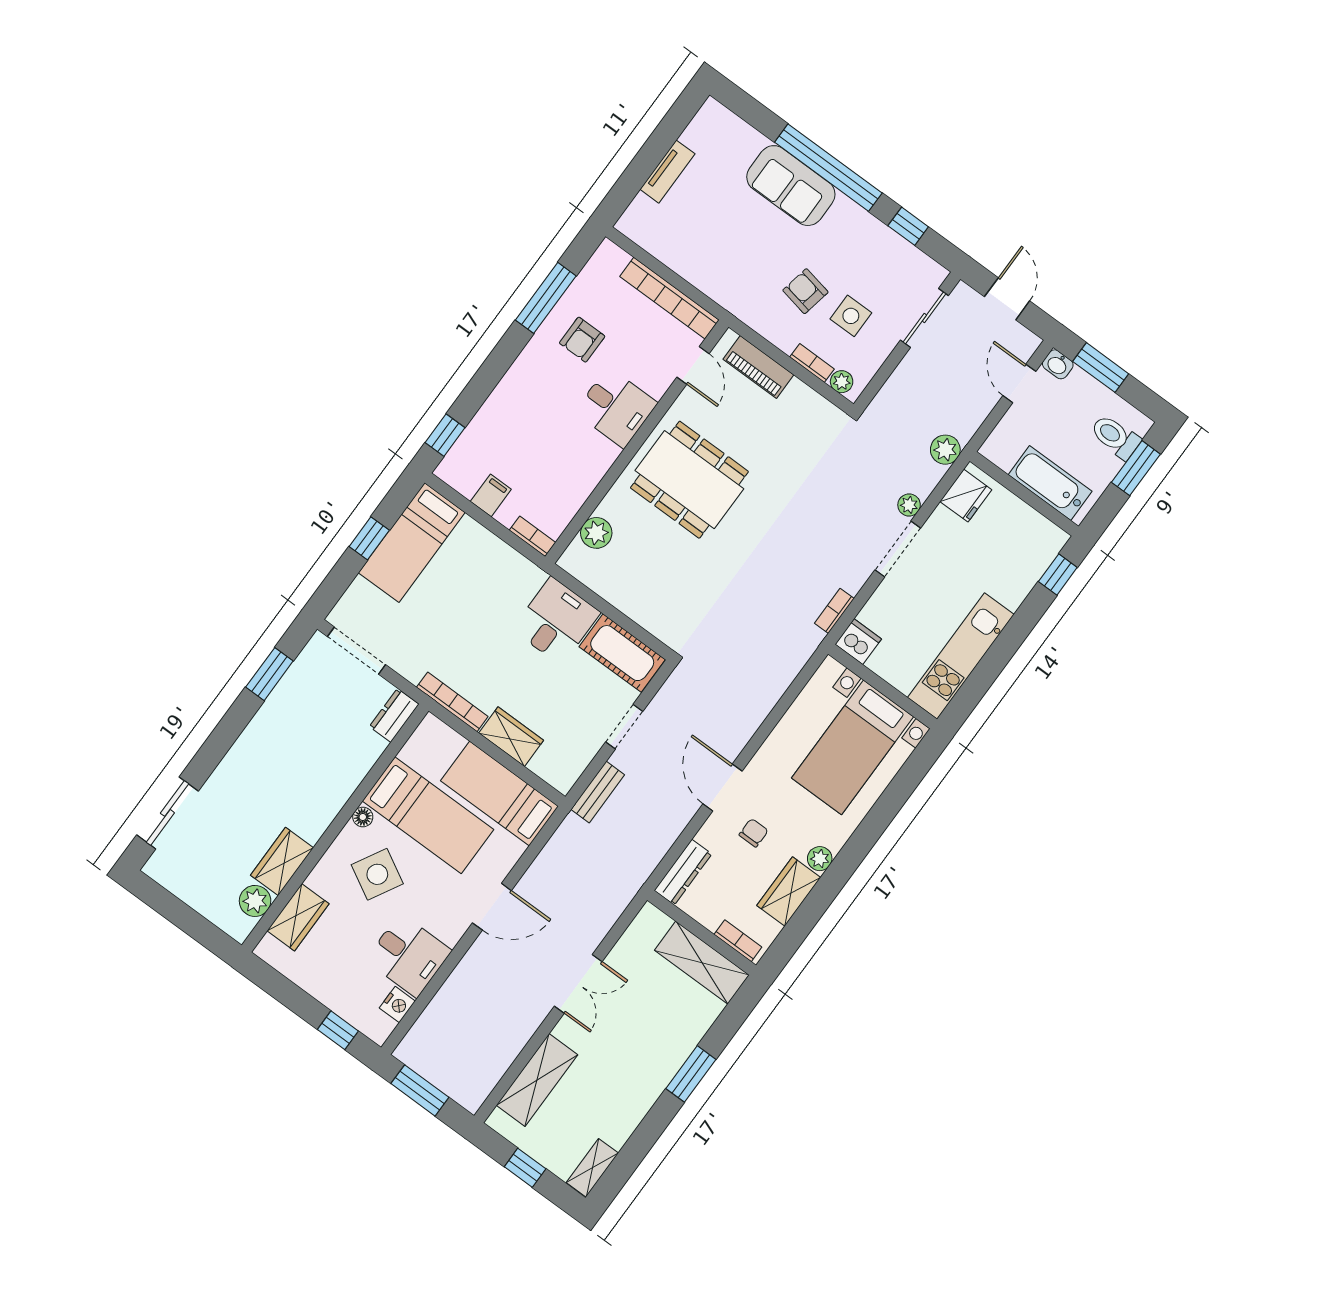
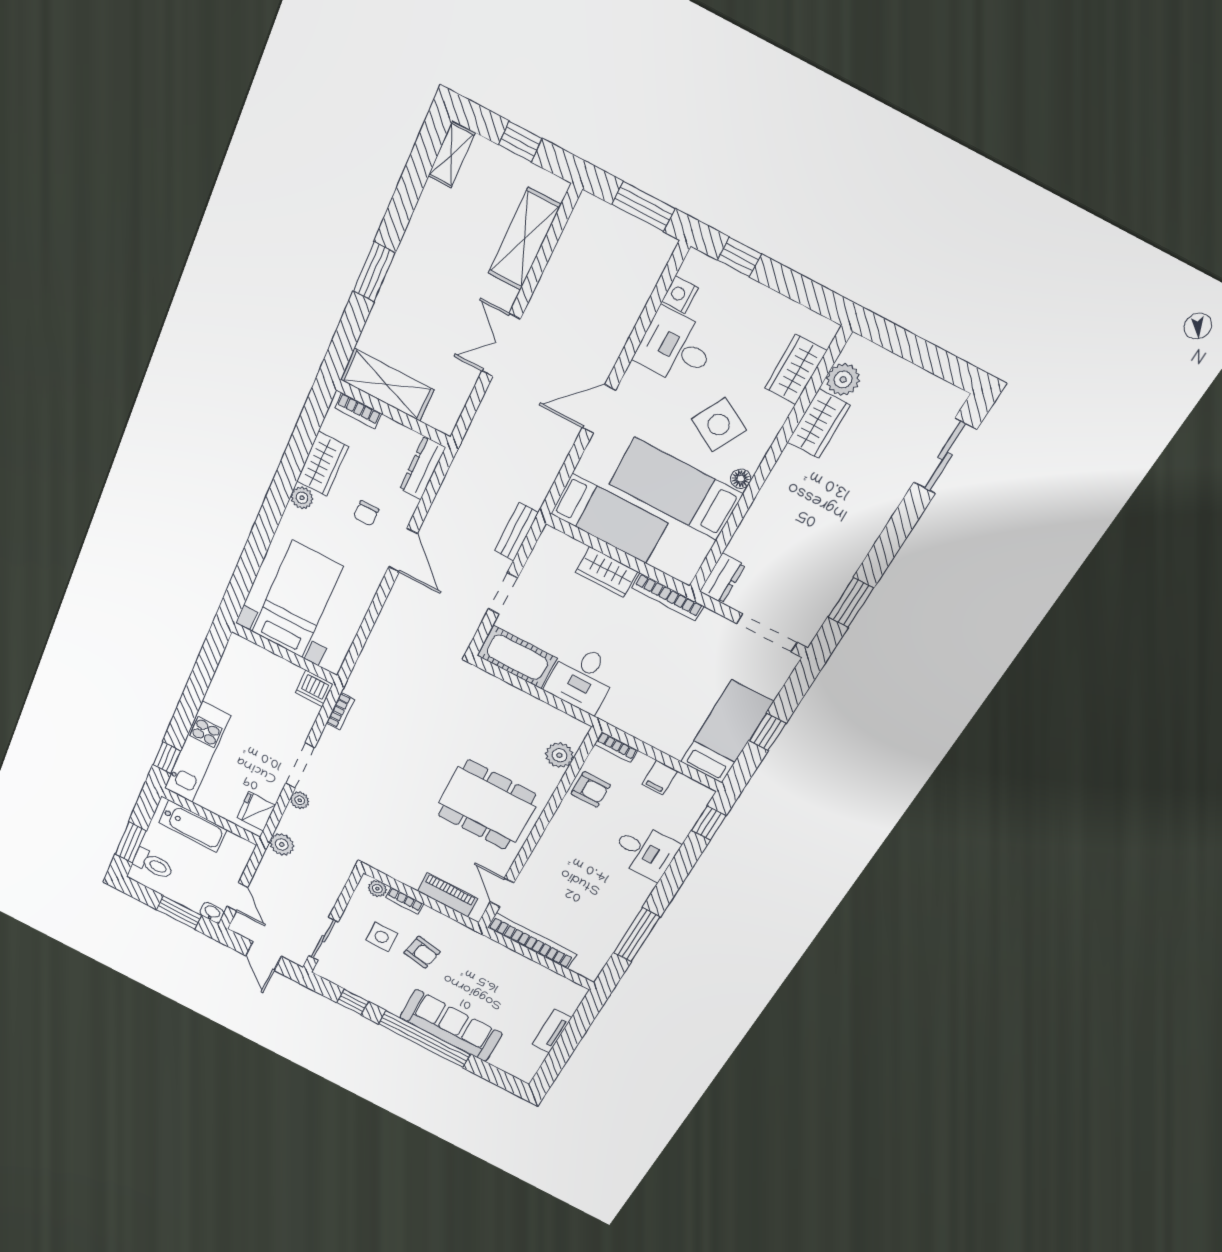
sofa: (791, 186) -> (451, 1026), width x1.36
armchair: (582, 340) -> (591, 789), moved, turned 90
desk: (616, 408) -> (645, 851), moved, turned 180
kitchen unit: (961, 656) -> (197, 752), moved

